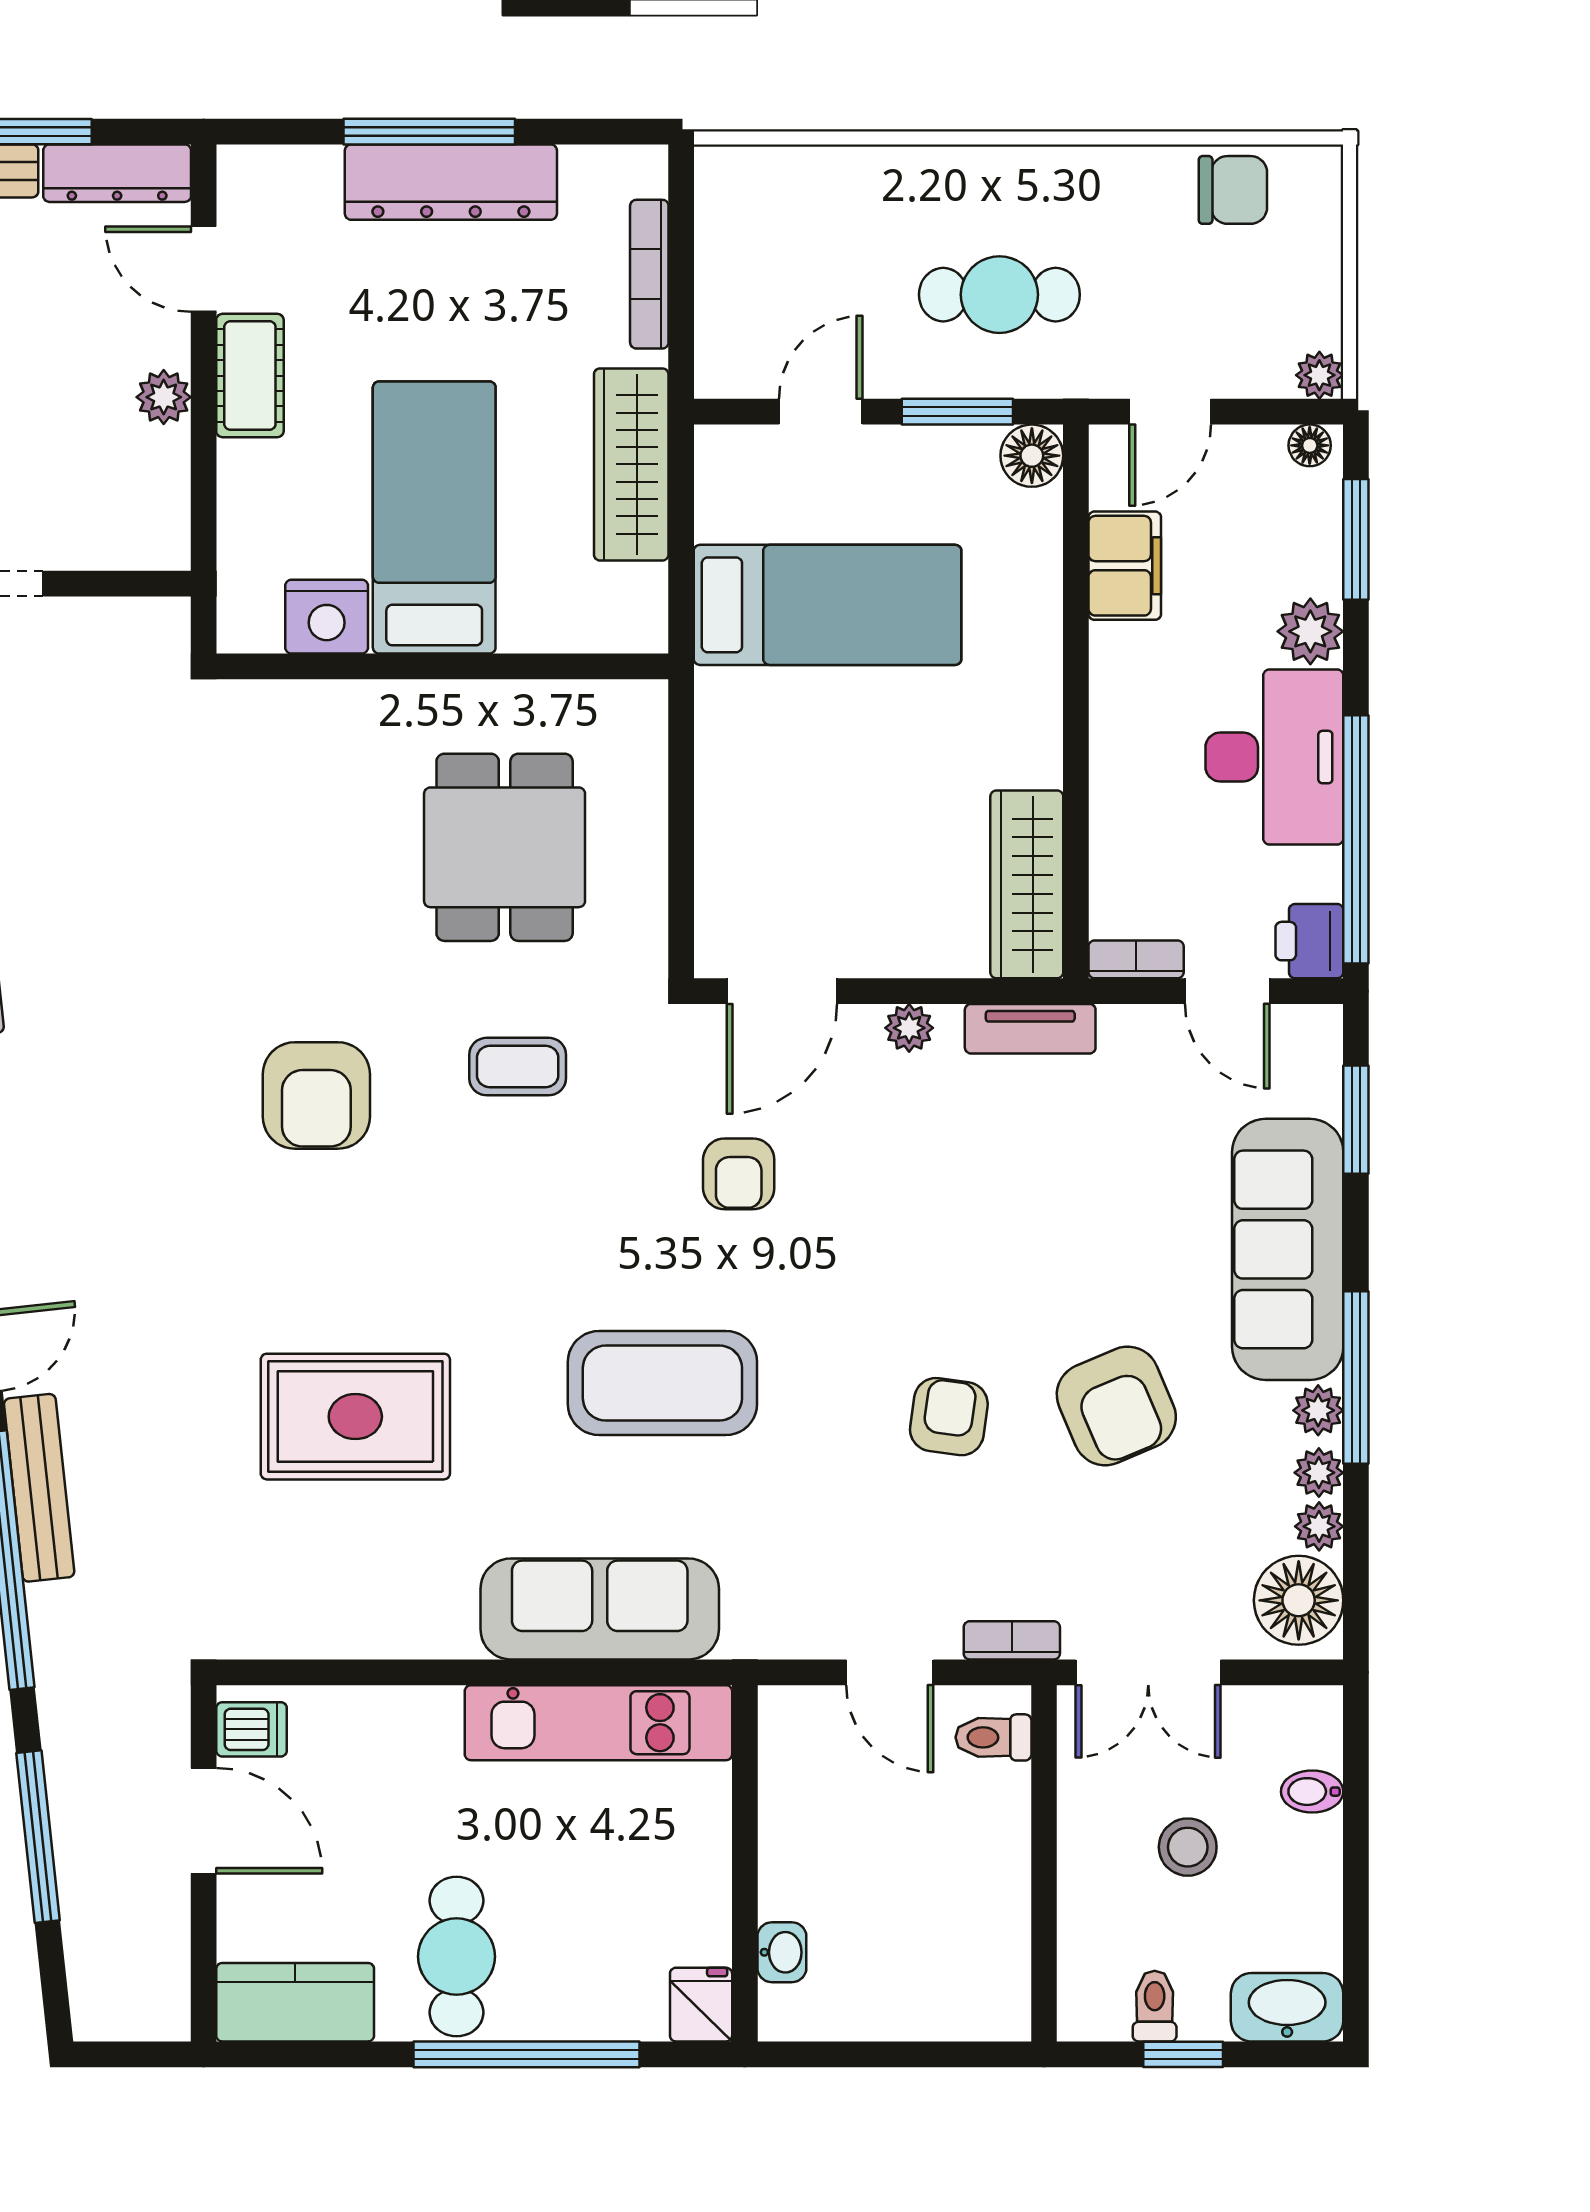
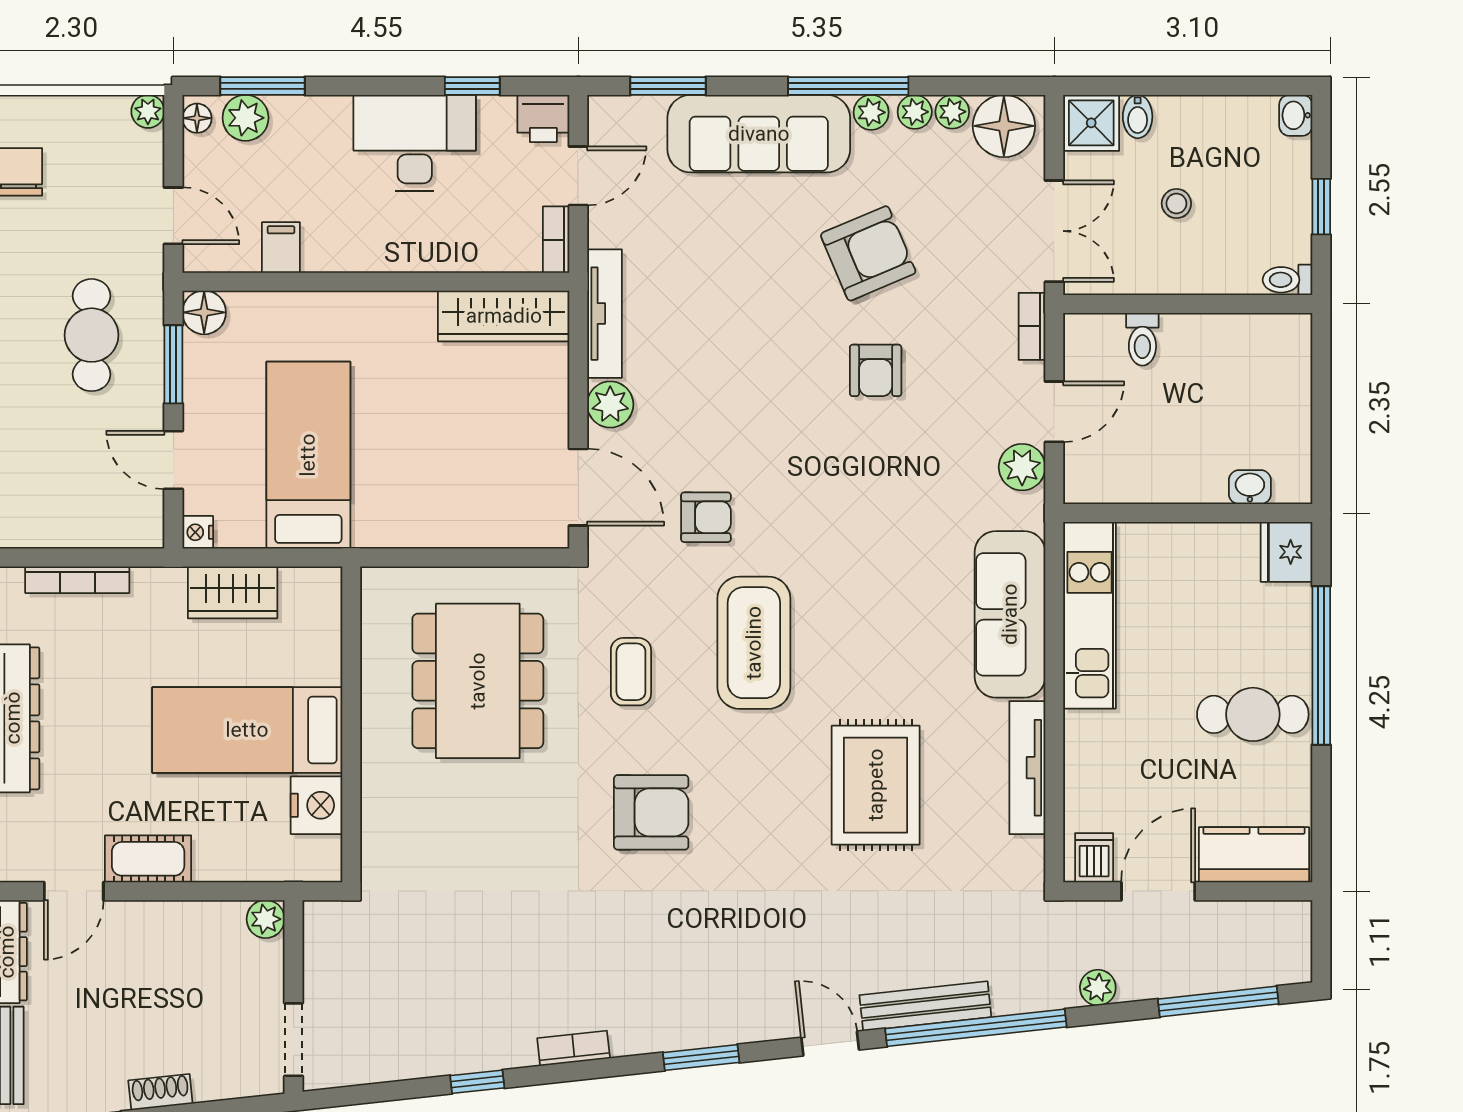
plant: (164, 397) -> (266, 919), moved
nightstand: (717, 447) -> (198, 532), added
wardrobe: (631, 464) -> (233, 592), width x0.67
filing cabinet: (1125, 566) -> (281, 247), width x0.50
plant: (1310, 631) -> (246, 118), moved
window: (1356, 839) -> (472, 86), width x0.32
dining table: (505, 847) -> (478, 681), width x1.38
plant: (909, 1028) -> (610, 404), width x1.38, depth x1.38
tv unit: (1030, 1029) -> (605, 314), width x1.41
coffee table: (662, 1383) -> (754, 643), moved
armchair: (949, 1417) -> (876, 370), turned -98
plant: (810, 1626) -> (1022, 467), added
tv unit: (380, 1634) -> (1027, 768), added
shower: (1303, 1725) -> (1091, 123), added
plant: (66, 1735) -> (1098, 988), added
toilet: (993, 1737) -> (1142, 339), moved
window: (38, 1837) -> (1218, 1002), moved
stool: (1188, 1847) -> (1176, 203), width x0.73, depth x0.73
kitchen counter: (295, 2002) -> (1254, 855), moved, turned 90
fridge: (701, 2005) -> (1286, 552), width x1.38
toilet: (1155, 2006) -> (1288, 280), moved
washbasin: (1287, 2007) -> (1296, 115), width x0.52, depth x0.69

